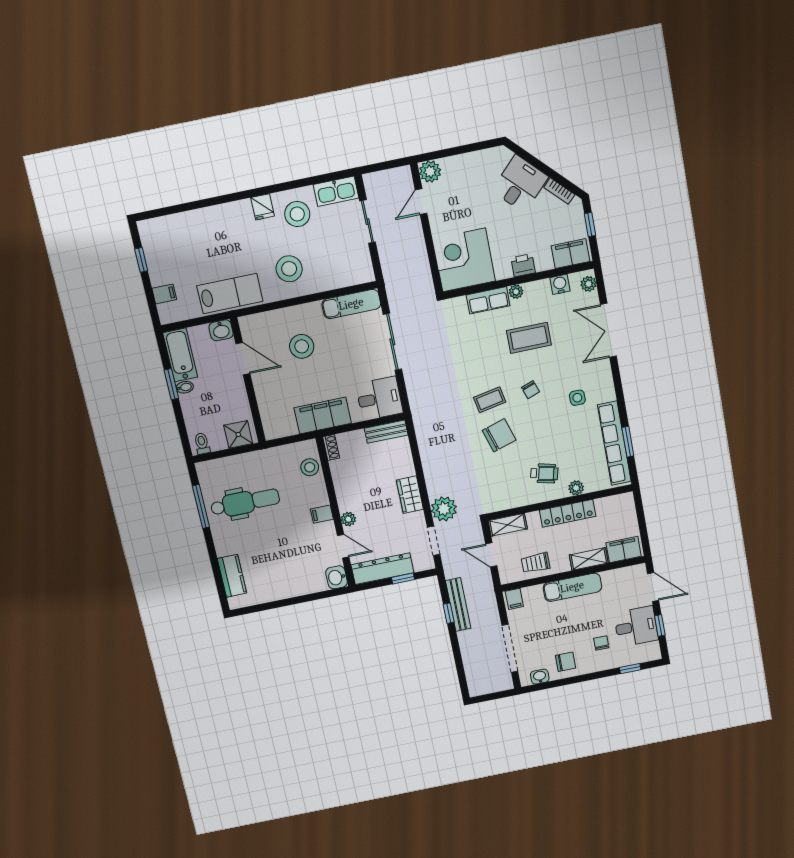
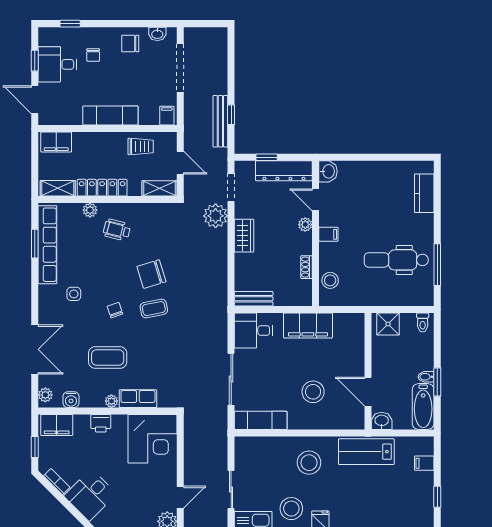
shoe rack: (331, 447) -> (307, 267), moved
shelving: (589, 559) -> (58, 188), moved

